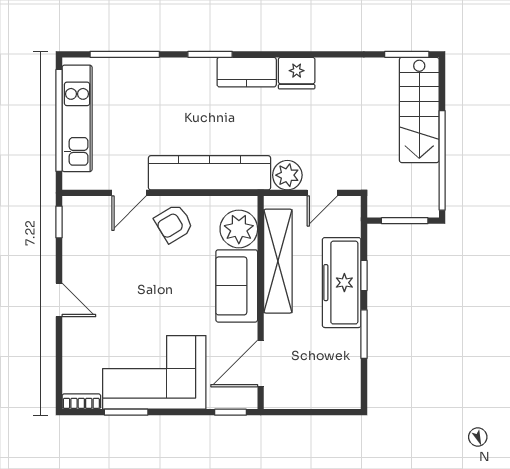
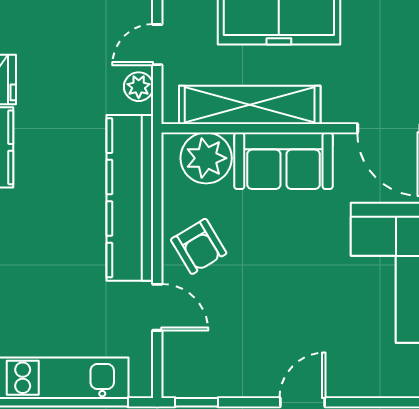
plant: (287, 175) -> (139, 87), width x0.73, depth x0.73
door: (322, 193) -> (157, 45), swing flipped

